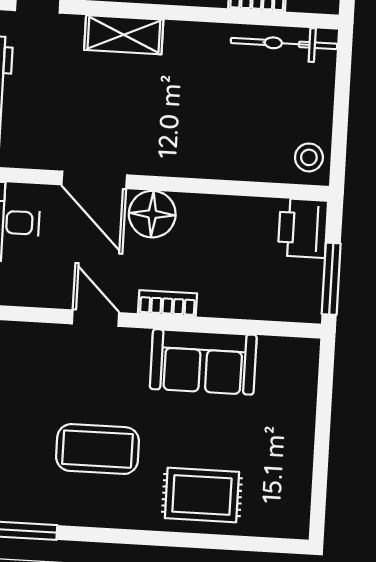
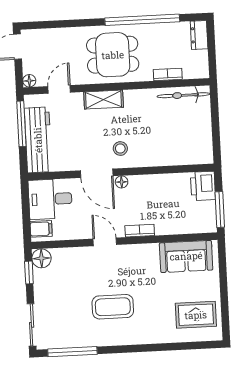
stool: (309, 157) -> (120, 149), moved
floor lamp: (152, 214) -> (122, 182), width x0.53, depth x0.53
sofa: (203, 362) -> (186, 256), moved
rug: (202, 495) -> (196, 315), moved

